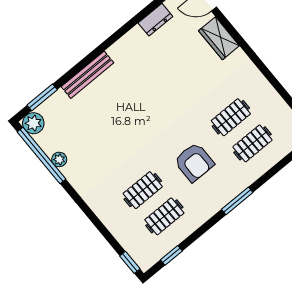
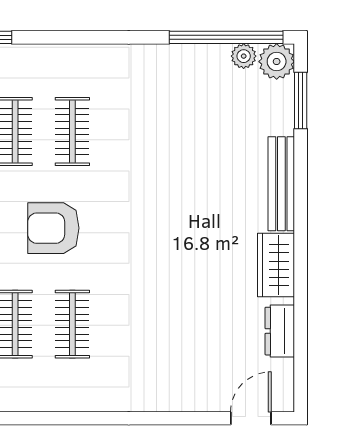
wardrobe: (219, 38) -> (276, 265), moved, turned -90
plant: (59, 159) -> (244, 56), moved

